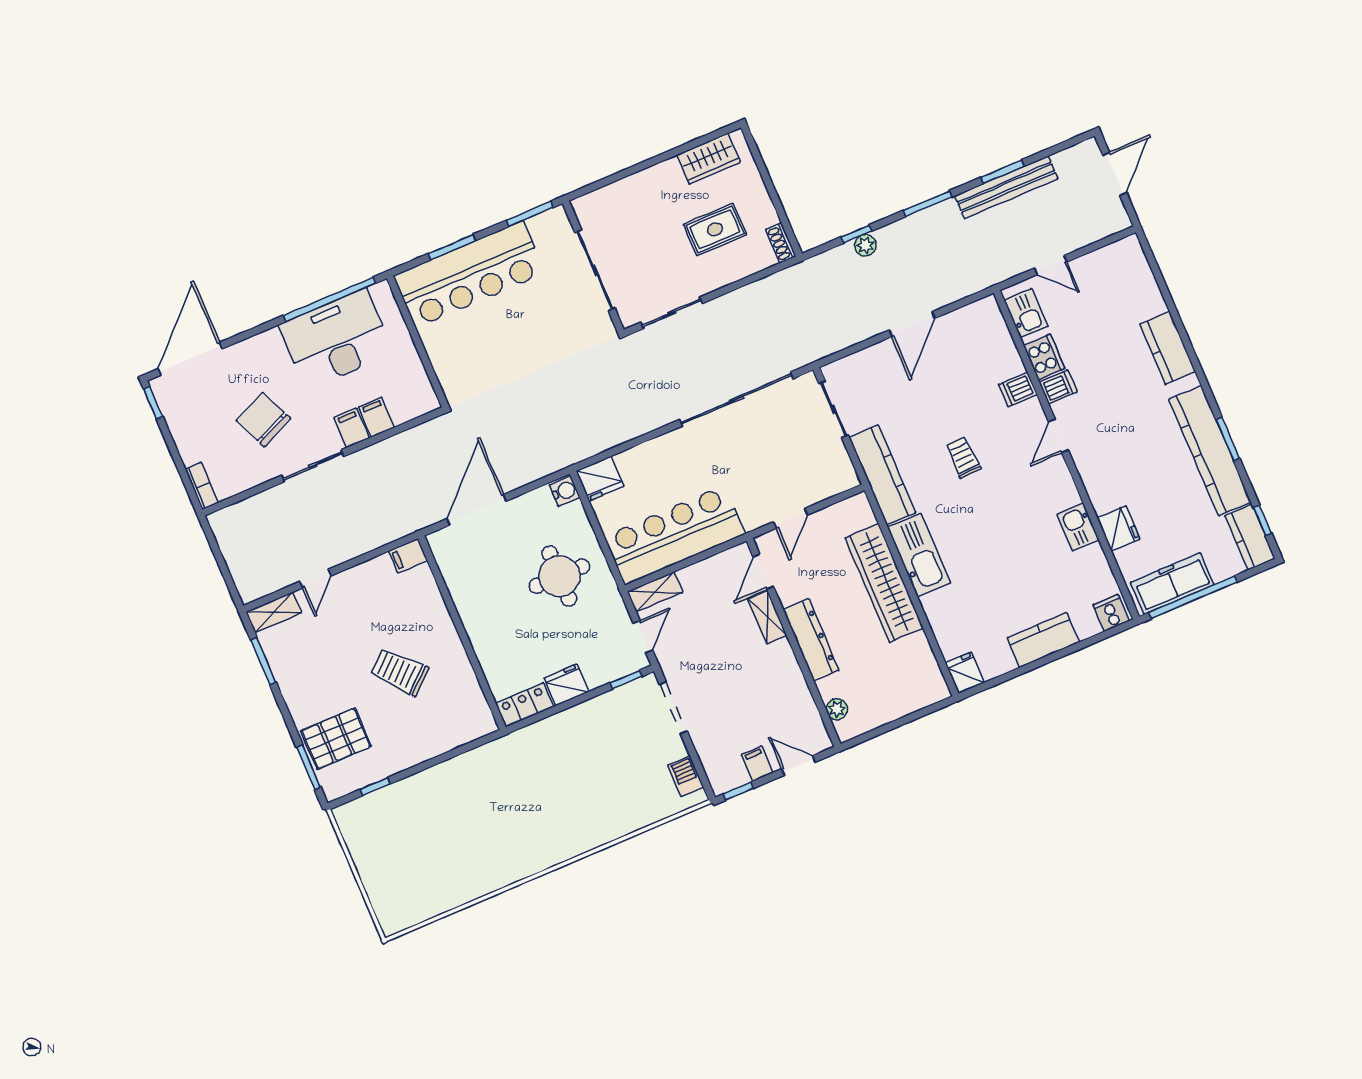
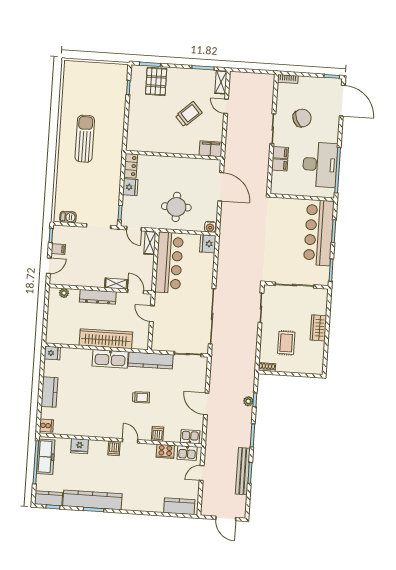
wardrobe: (709, 159) -> (318, 328), moved
kitchen counter: (1168, 348) -> (179, 506), moved
dishwasher: (1058, 387) -> (114, 448), moved
kitchen sink: (1078, 527) -> (190, 437), moved
filing cabinet: (408, 556) -> (211, 149), width x2.00
trolley: (400, 672) -> (189, 114), moved
sun lounger: (517, 821) -> (85, 139), added

